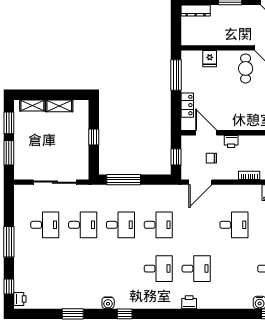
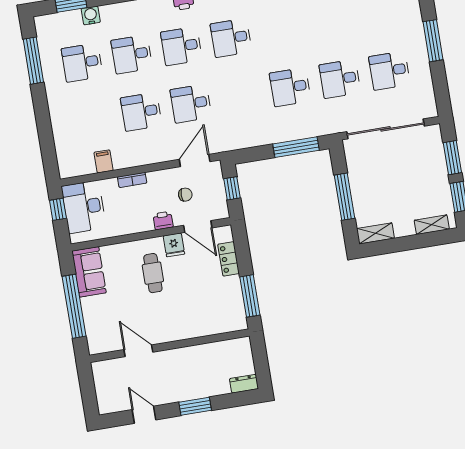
dresser: (196, 11) -> (244, 384), width x0.70
fridge: (210, 59) -> (174, 245), moved, turned 180
cafe table: (246, 68) -> (153, 273), moved
shelving: (59, 106) -> (375, 233), moved
window: (94, 137) -> (344, 197), width x2.17
sliding door: (55, 182) -> (386, 129), width x1.36
desk: (158, 225) -> (191, 104), moved
desk: (234, 269) -> (132, 54), added

